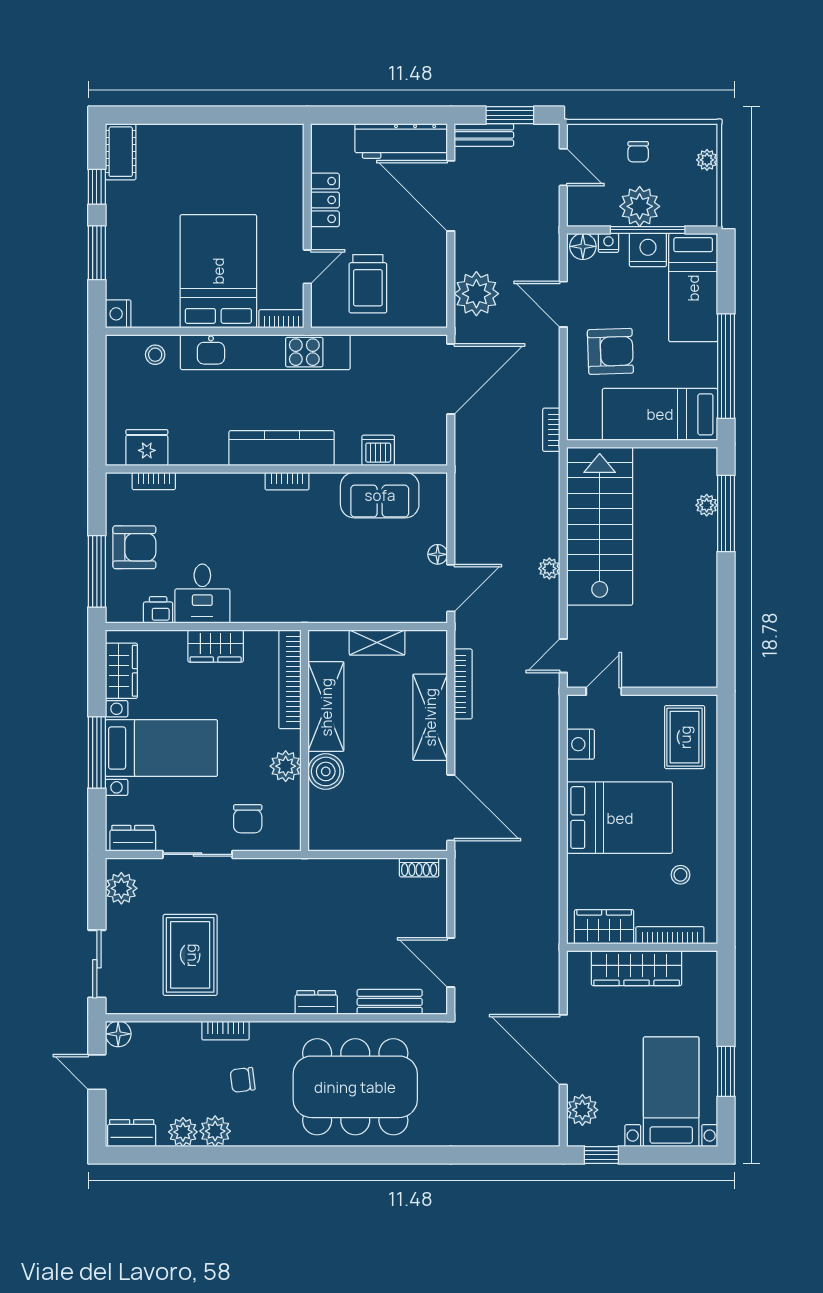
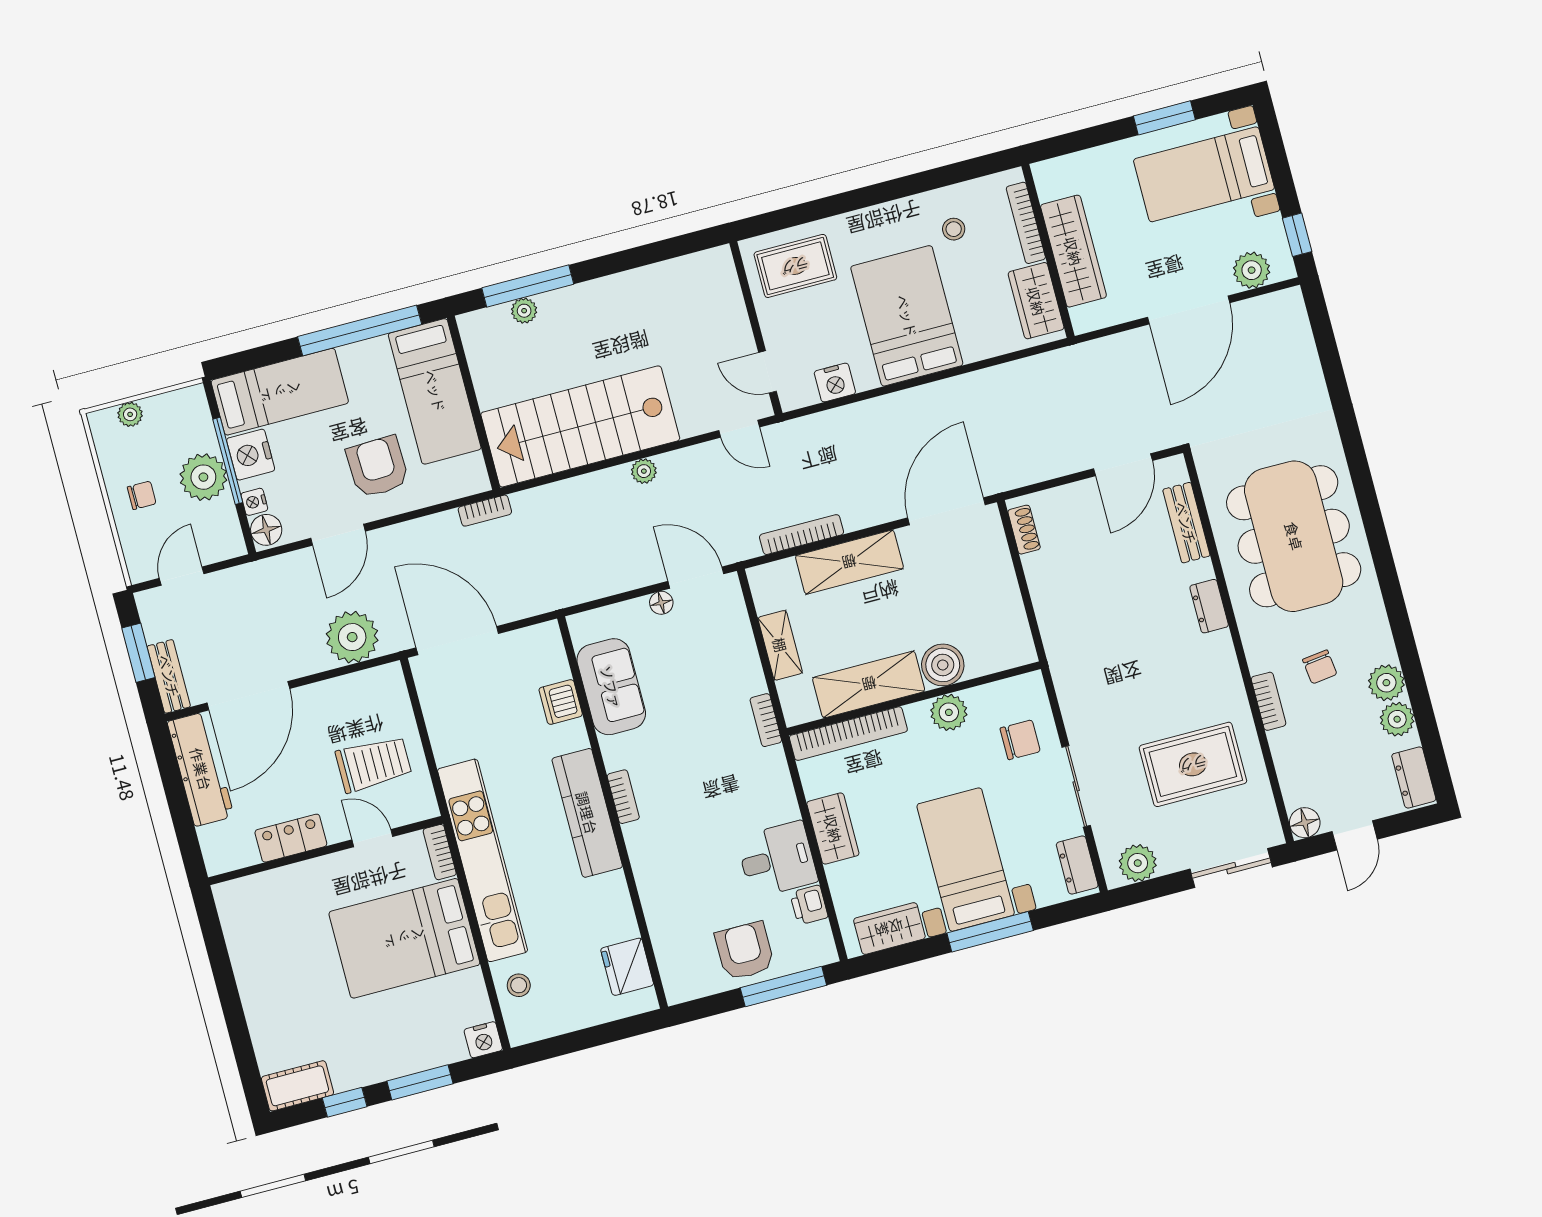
bookcase: (154, 481) -> (766, 720), moved, turned 180

